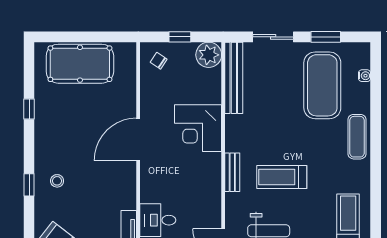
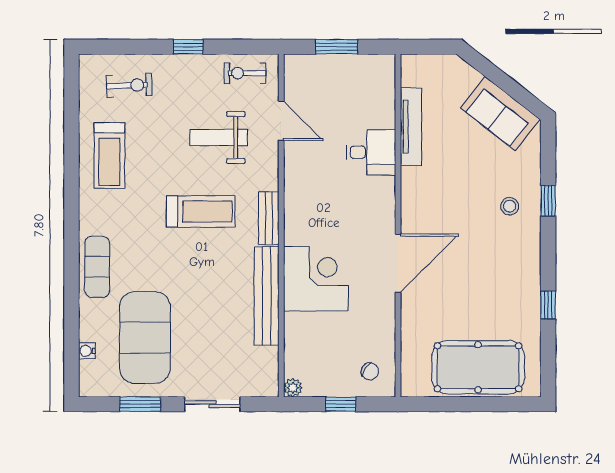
plant: (209, 55) -> (293, 388), width x0.53, depth x0.53
bench: (234, 78) -> (267, 296), moved

